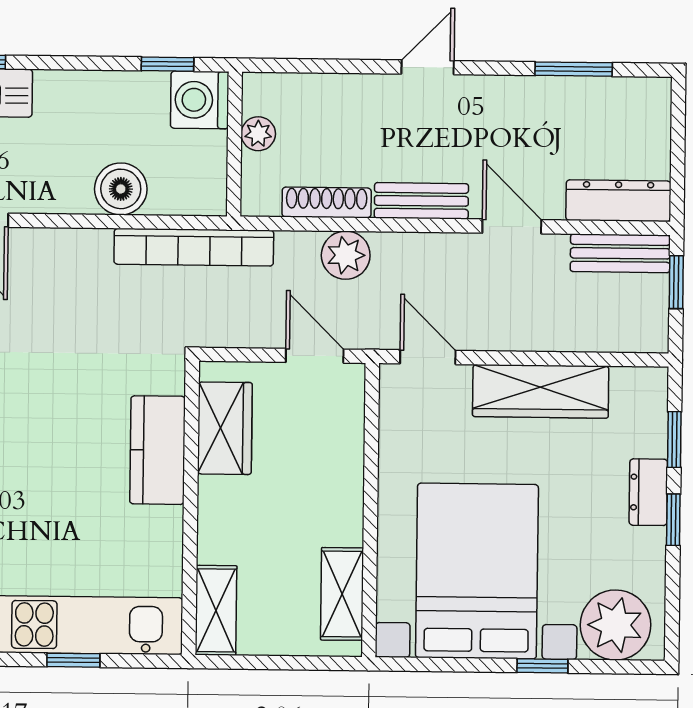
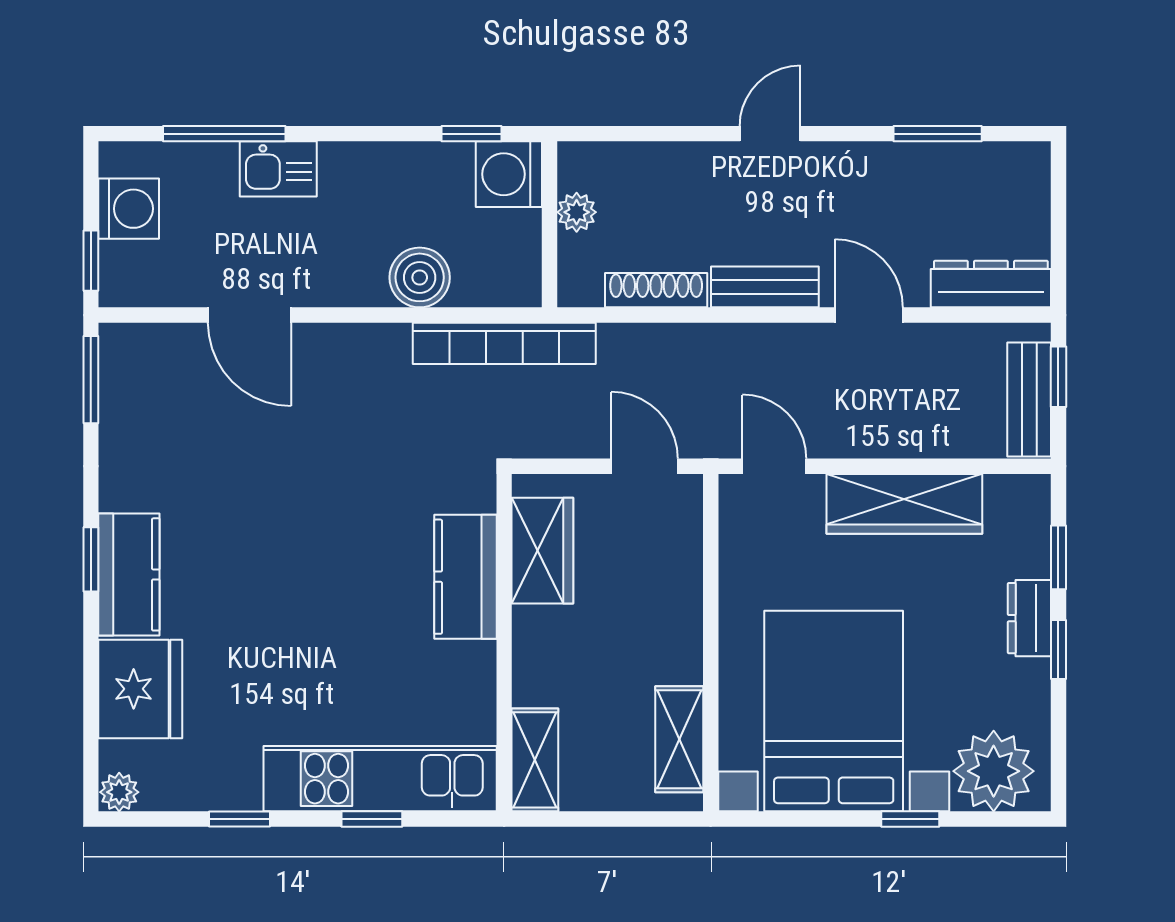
bench: (620, 253) -> (1029, 400), moved, turned 90
plant: (346, 255) -> (679, 350), removed

